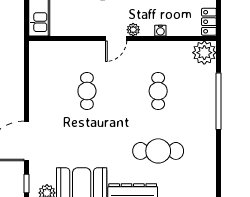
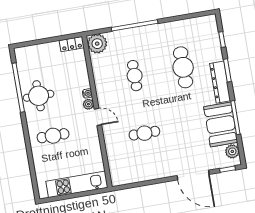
water cooler: (160, 31) -> (87, 93), moved
cafe table: (158, 91) -> (135, 76), turned 90

